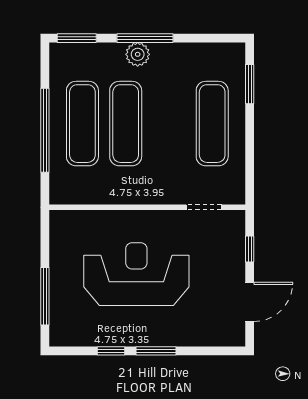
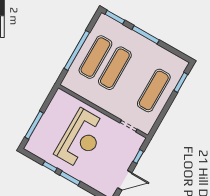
plant: (138, 54) -> (138, 40), removed
reception desk: (136, 274) -> (81, 139), turned 90

